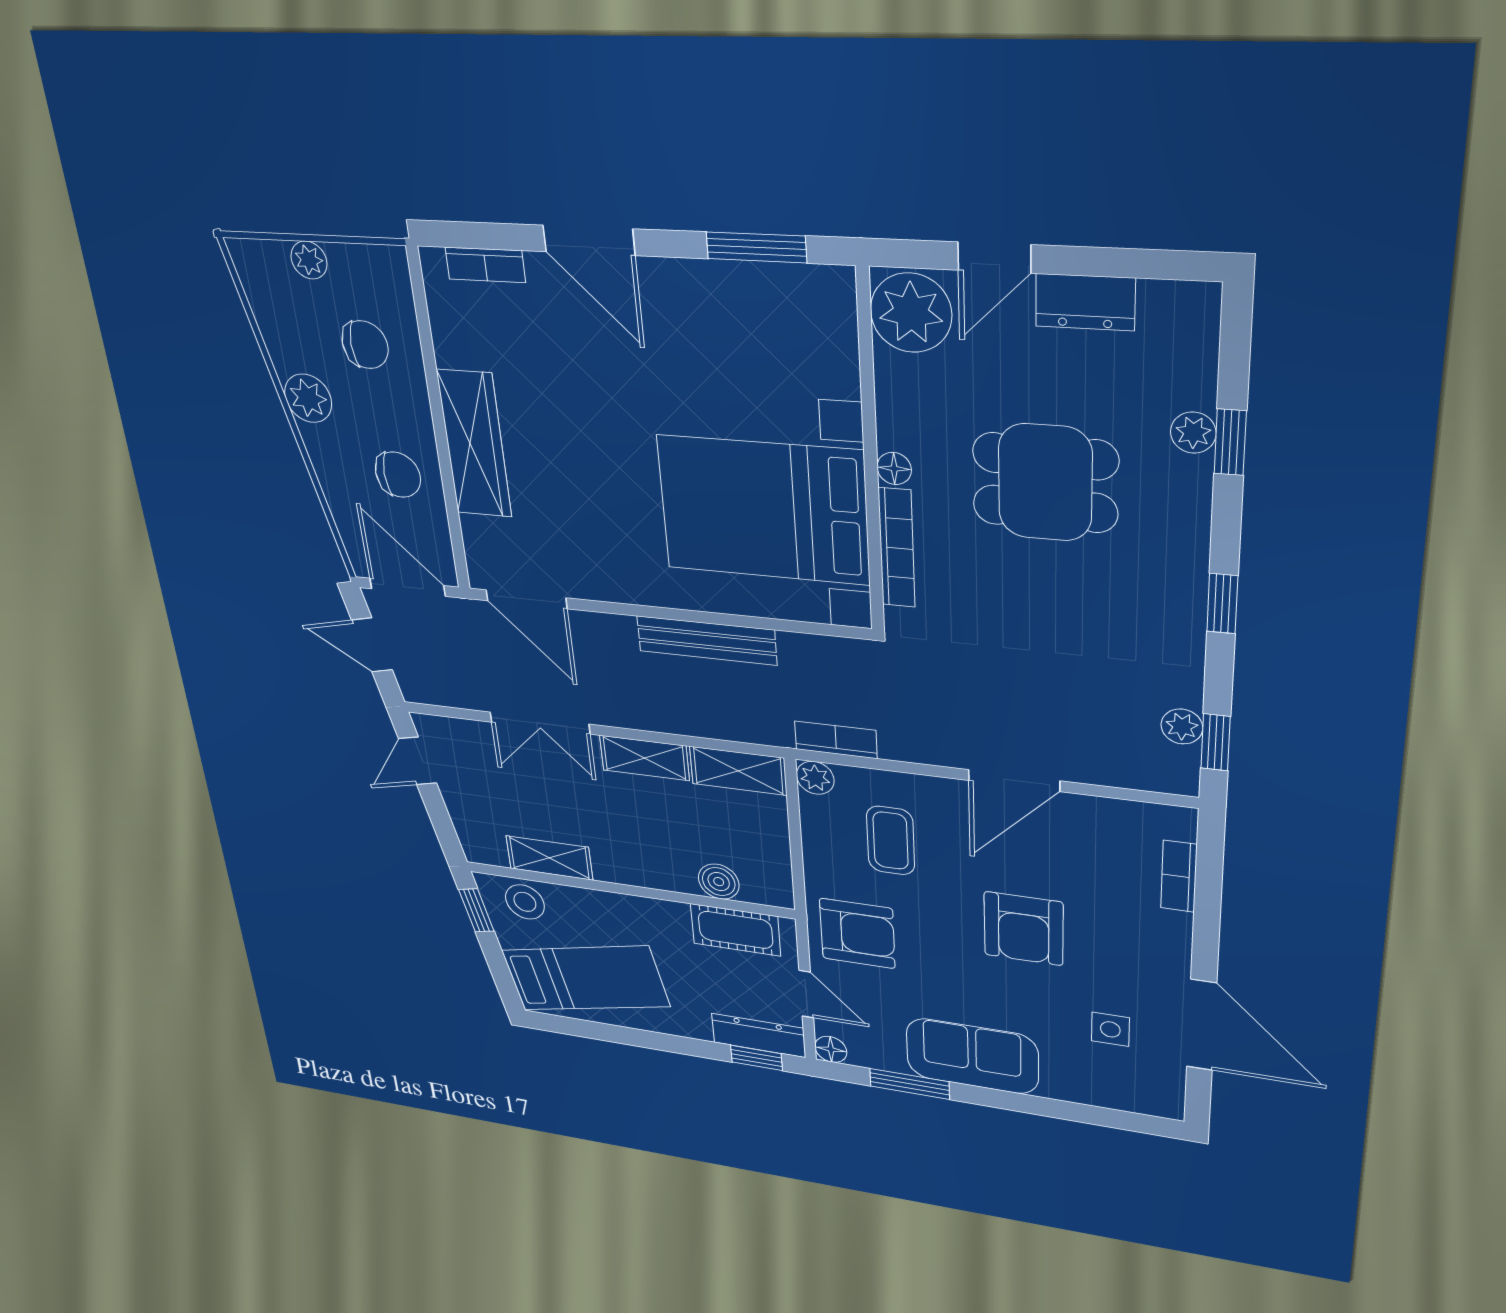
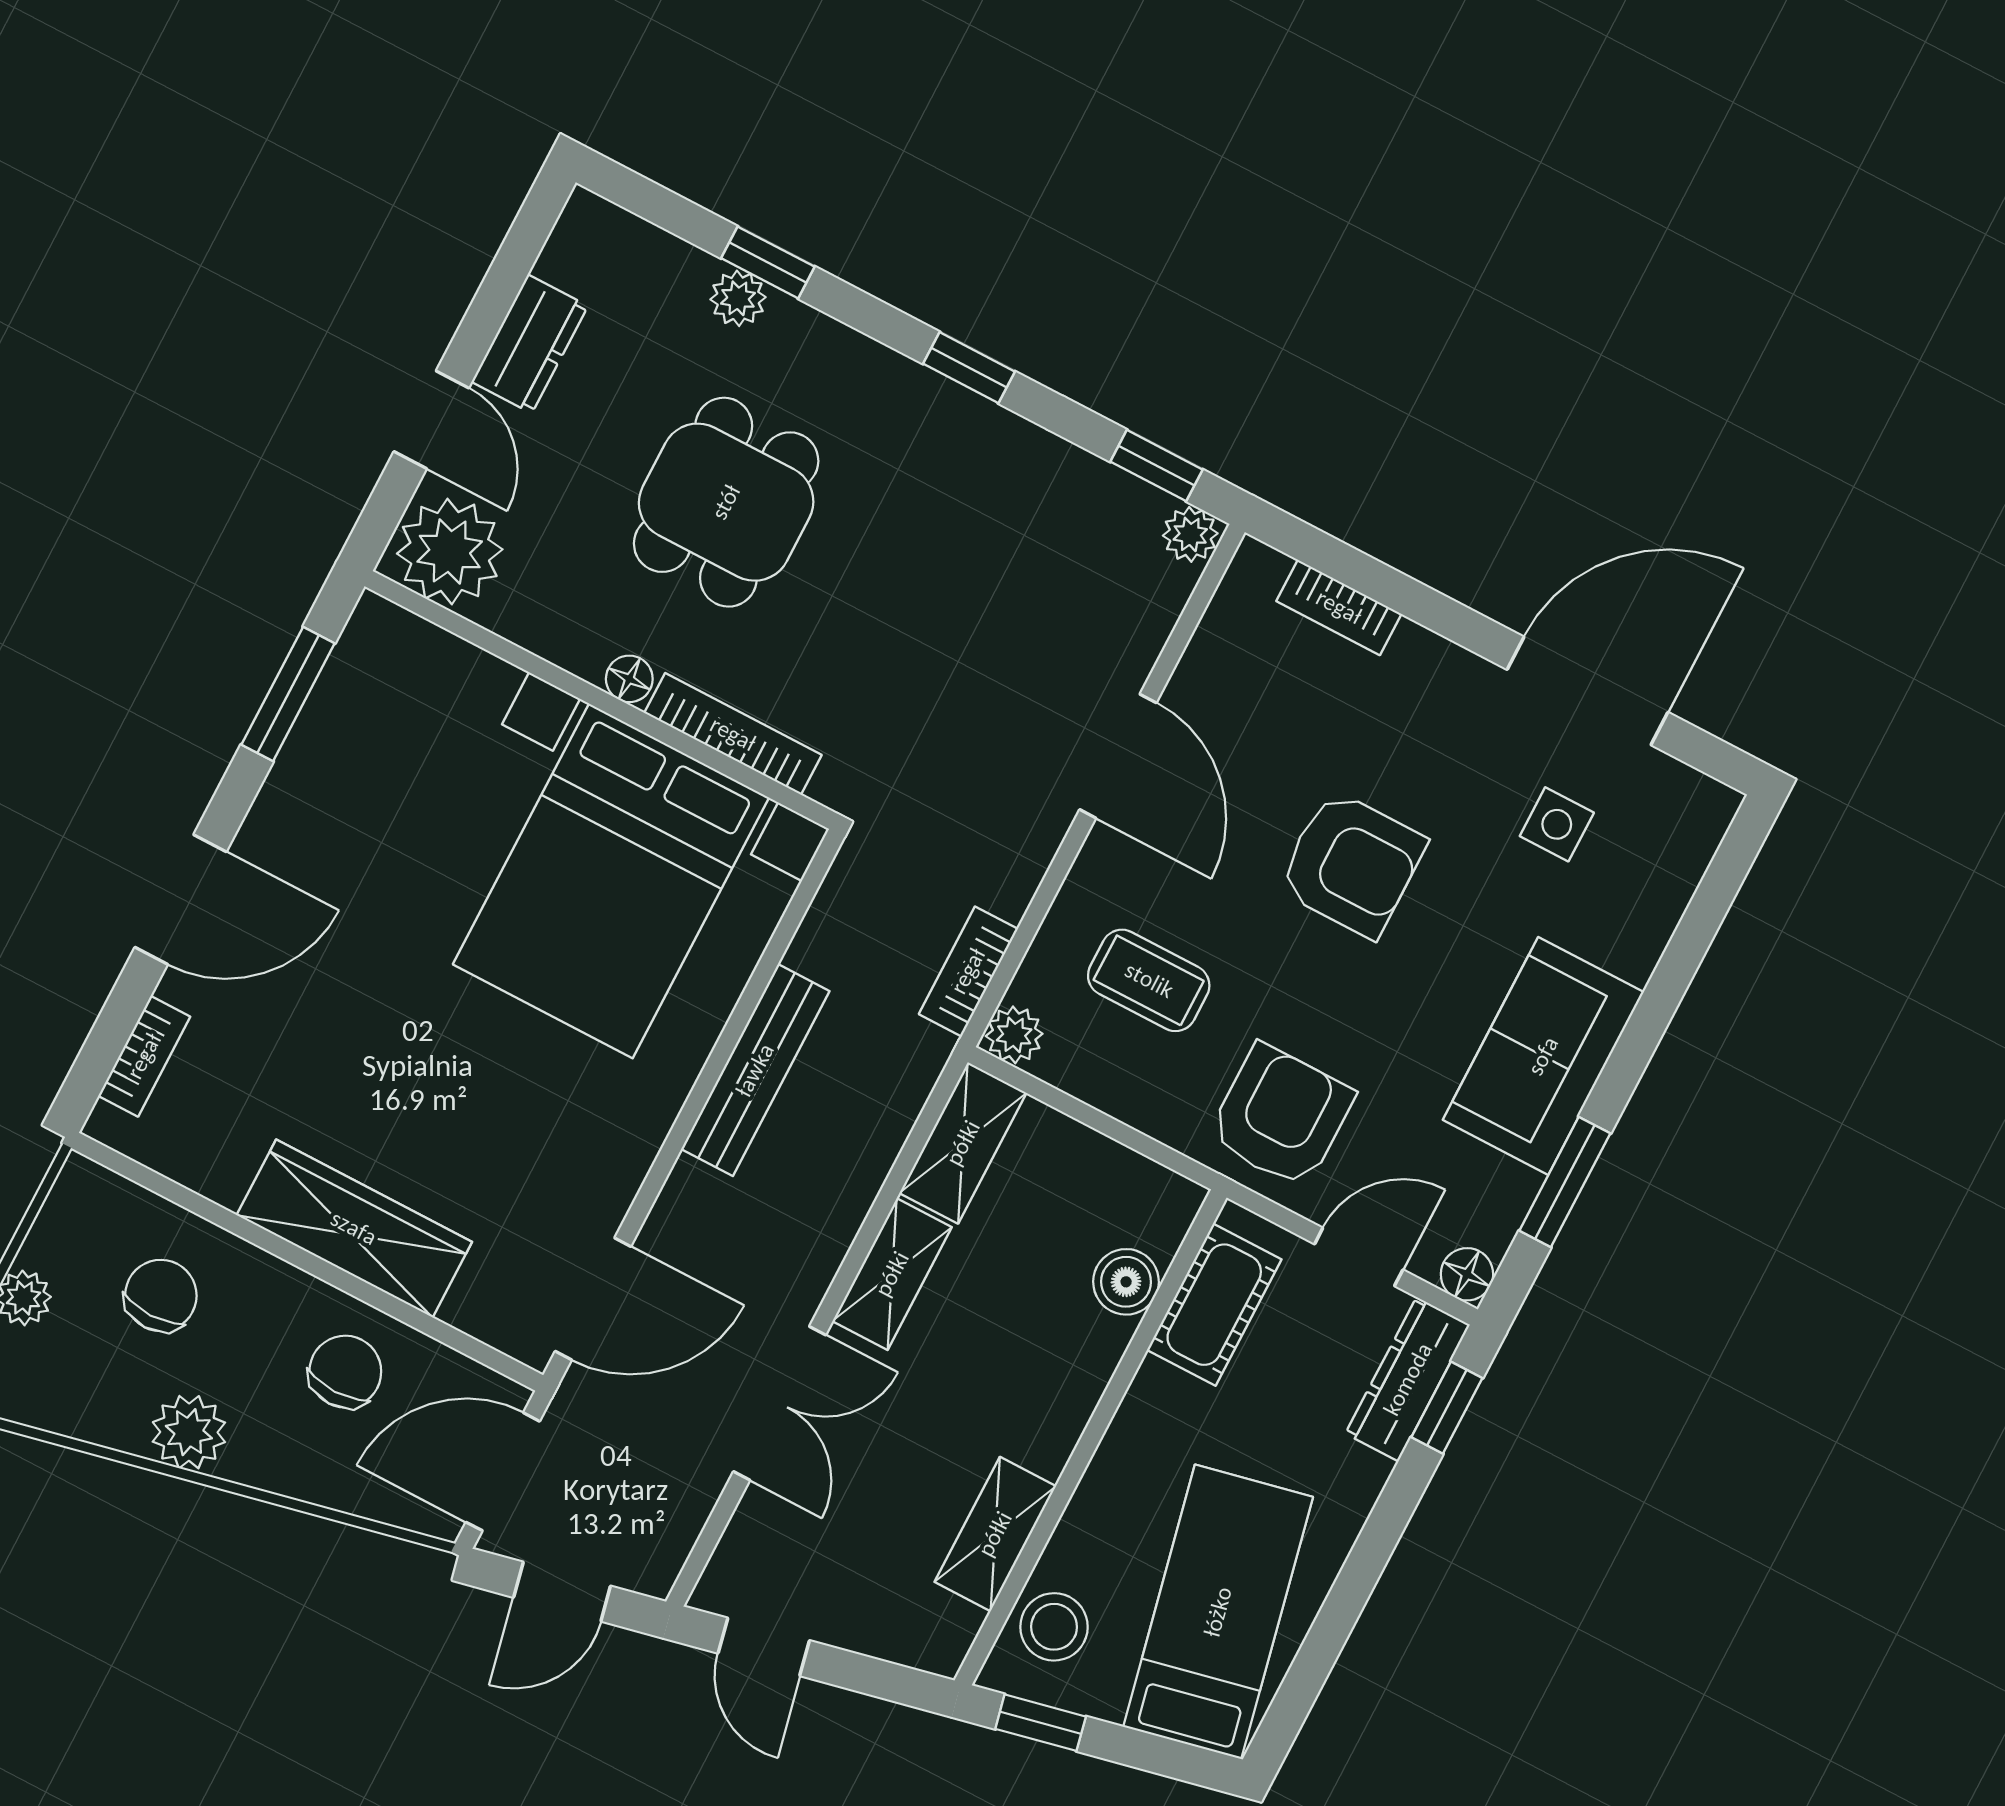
plant: (1182, 726) -> (1190, 534), moved

